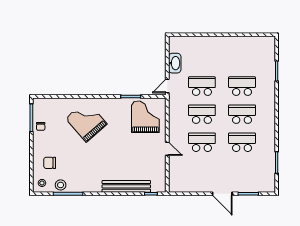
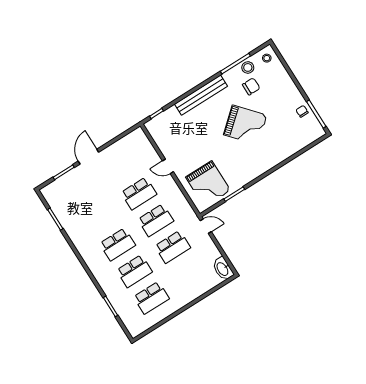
washbasin: (175, 63) -> (223, 269), moved
door: (167, 86) -> (206, 226), hinge flipped
grand piano: (86, 121) -> (245, 125), moved
school desk: (242, 142) -> (151, 298), moved
chair: (50, 163) -> (251, 86), moved
bench: (126, 186) -> (201, 95), moved
door: (222, 194) -> (88, 157), hinge flipped

